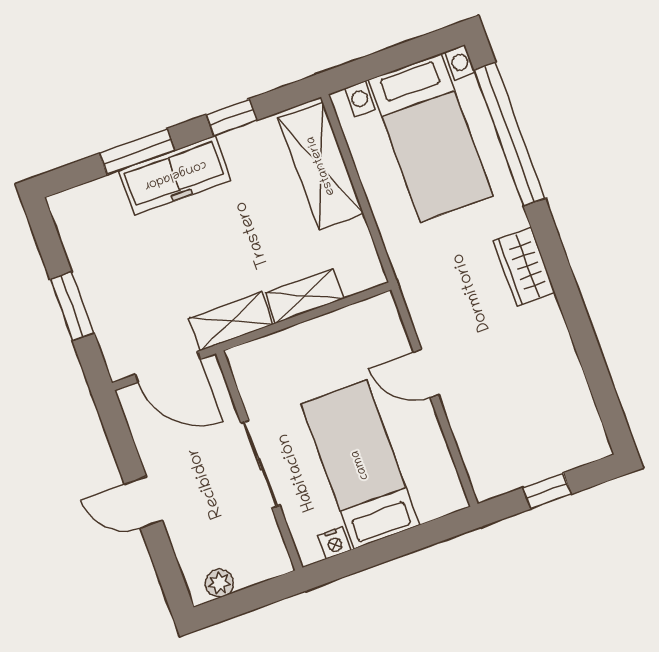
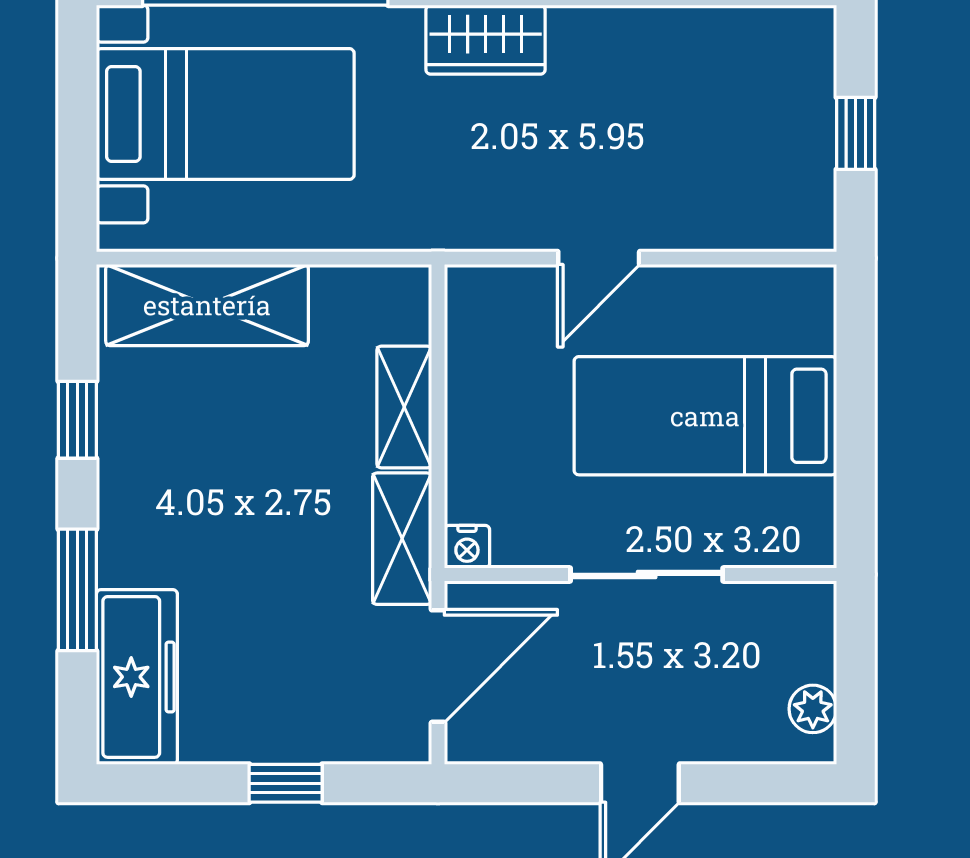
freezer: (175, 175) -> (137, 677), moved
window: (72, 306) -> (286, 783), width x0.67
nightstand: (334, 543) -> (467, 547), moved, turned 90

